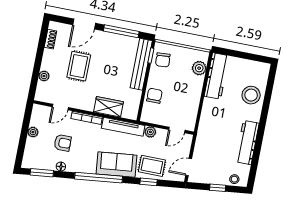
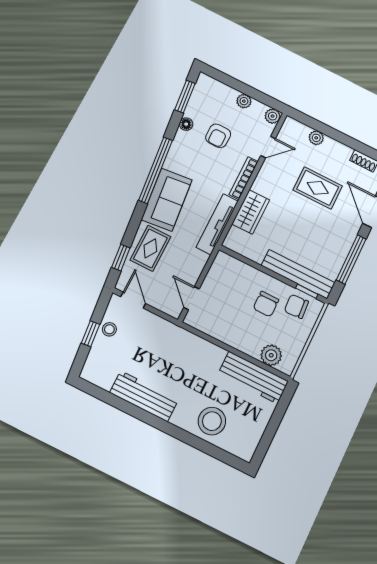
chair: (154, 96) -> (266, 304), moved, turned 90
door: (60, 107) -> (268, 147), swing flipped
plant: (150, 132) -> (273, 116), moved
stool: (234, 179) -> (109, 329), moved
window: (149, 182) -> (121, 258), moved

